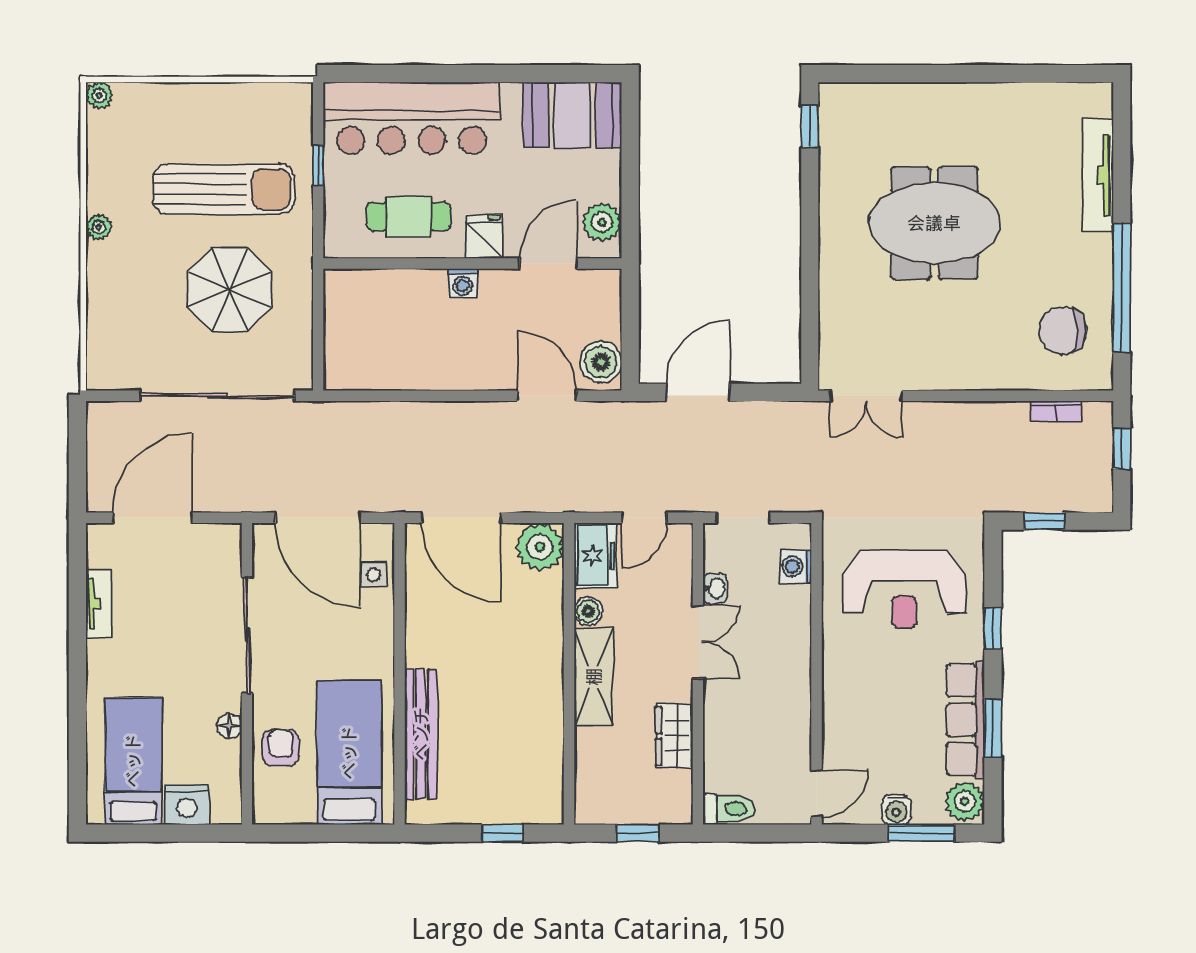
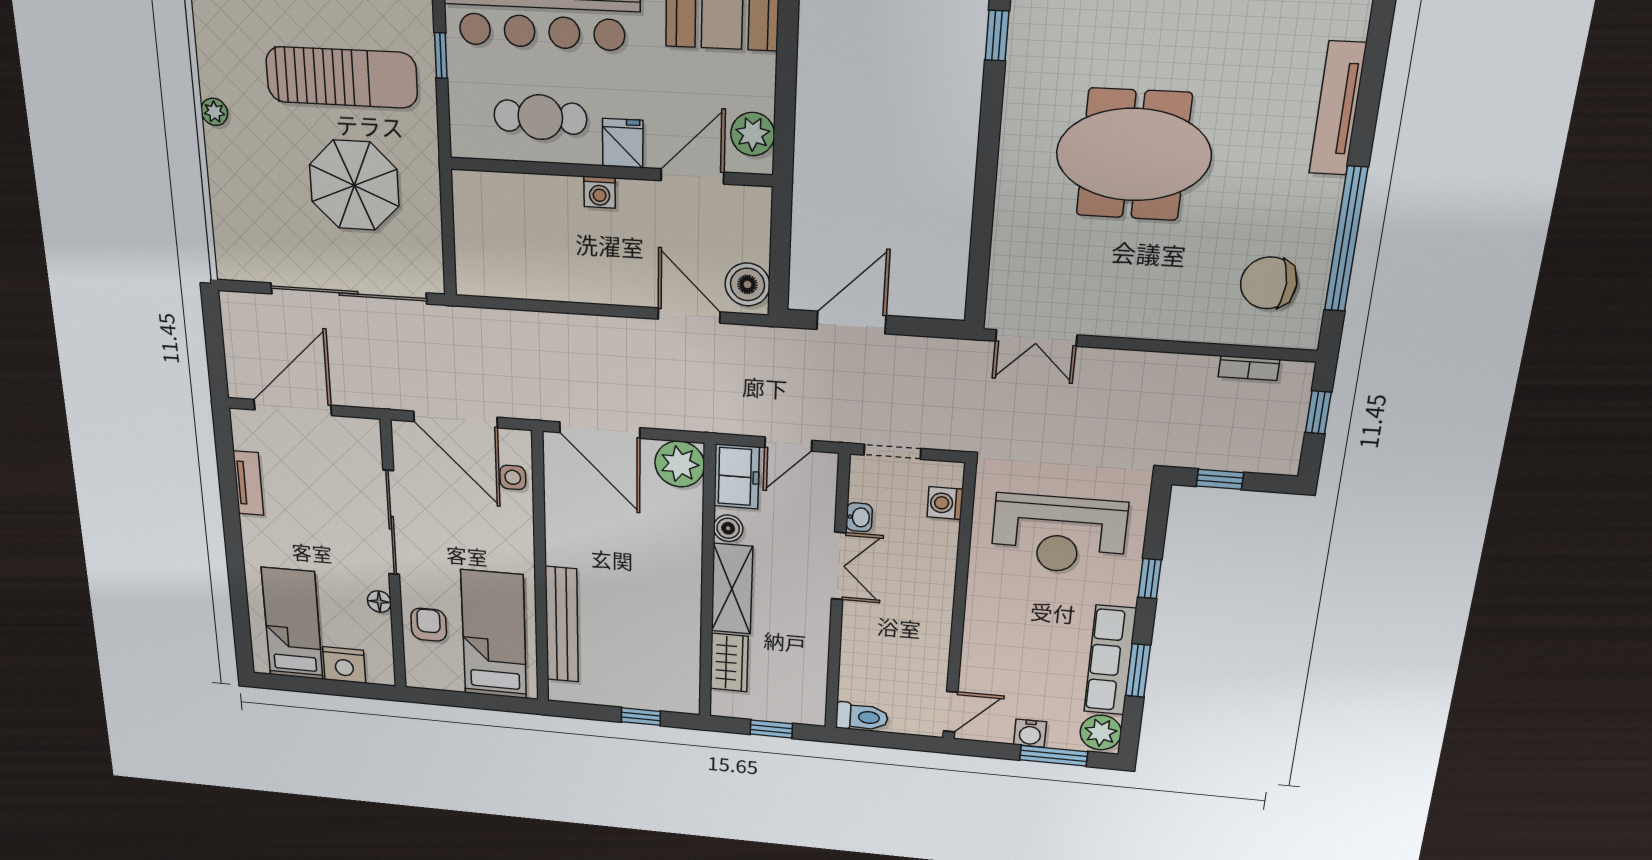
wardrobe: (674, 736) -> (729, 663), moved, turned 180

